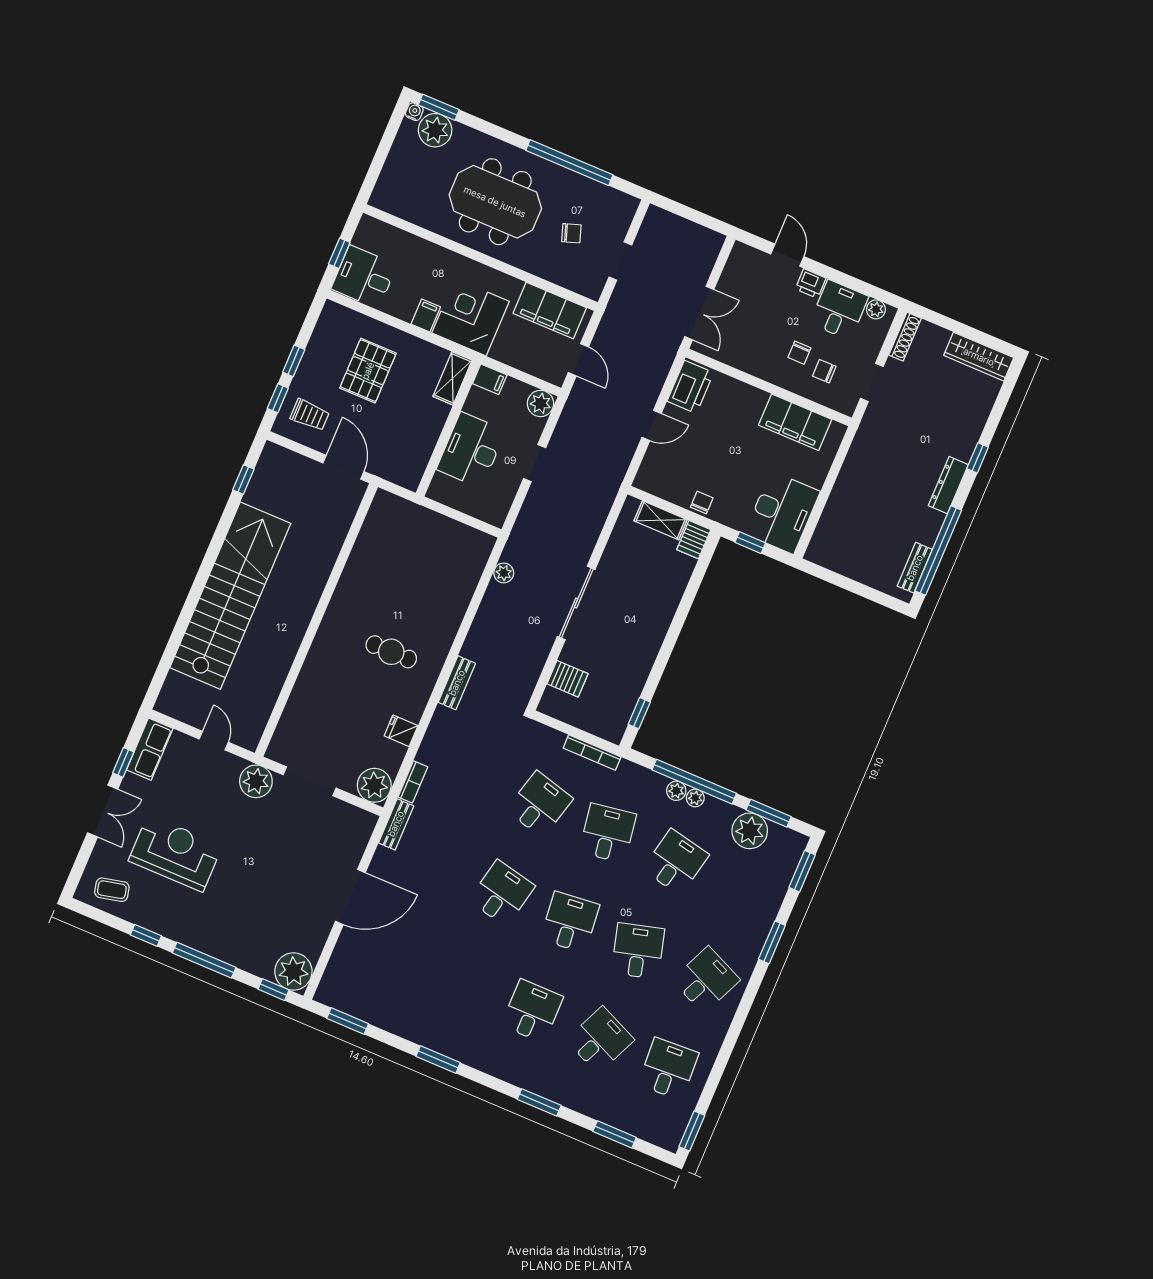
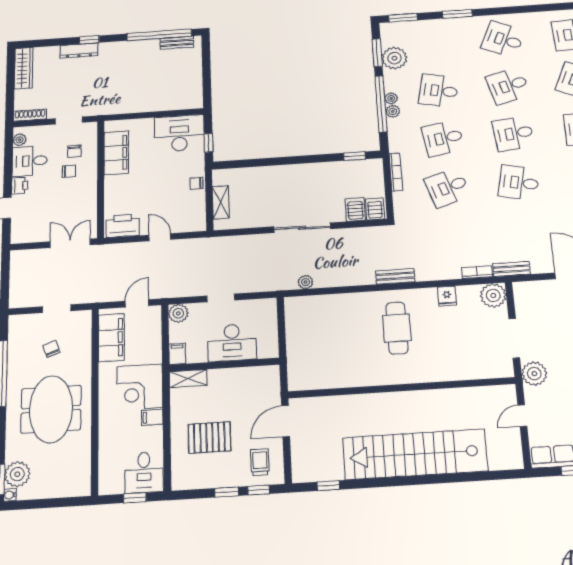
dresser: (948, 485) -> (79, 50), moved
server rack: (694, 540) -> (375, 209), moved, turned -90
cafe table: (391, 652) -> (397, 328), width x1.37, depth x1.35
desk: (540, 804) -> (447, 187), turned -33

